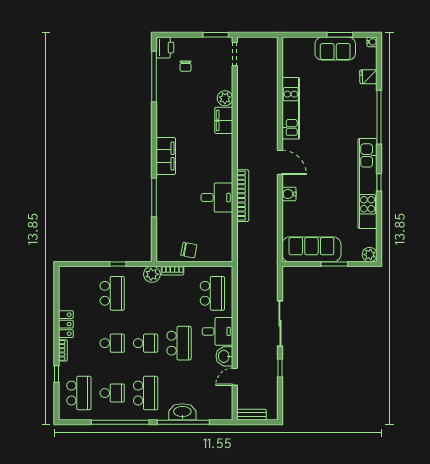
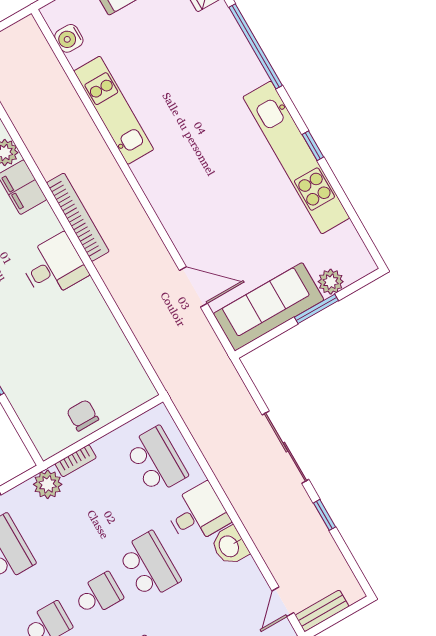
door: (280, 162) -> (193, 287), moved
water cooler: (289, 194) -> (69, 38), moved
bookcase: (243, 196) -> (78, 217), moved
desk: (217, 198) -> (54, 266), moved
chair: (189, 250) -> (83, 415), turned -101
plant: (370, 255) -> (331, 282), moved
door: (235, 377) -> (283, 602), moved

